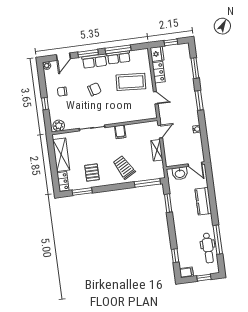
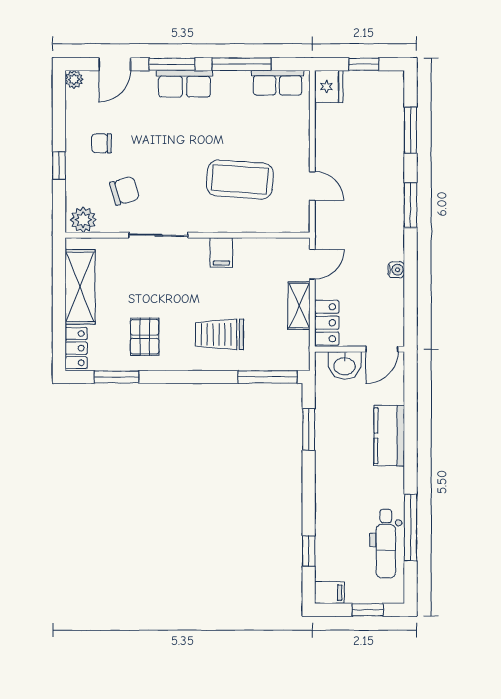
row of seats: (119, 57) -> (278, 83), moved
locker: (159, 72) -> (327, 323), moved
coffee table: (131, 82) -> (240, 179), moved
chair: (94, 89) -> (125, 191), moved
door: (195, 164) -> (382, 349), hinge flipped
trolley: (124, 167) -> (219, 334), turned -61

